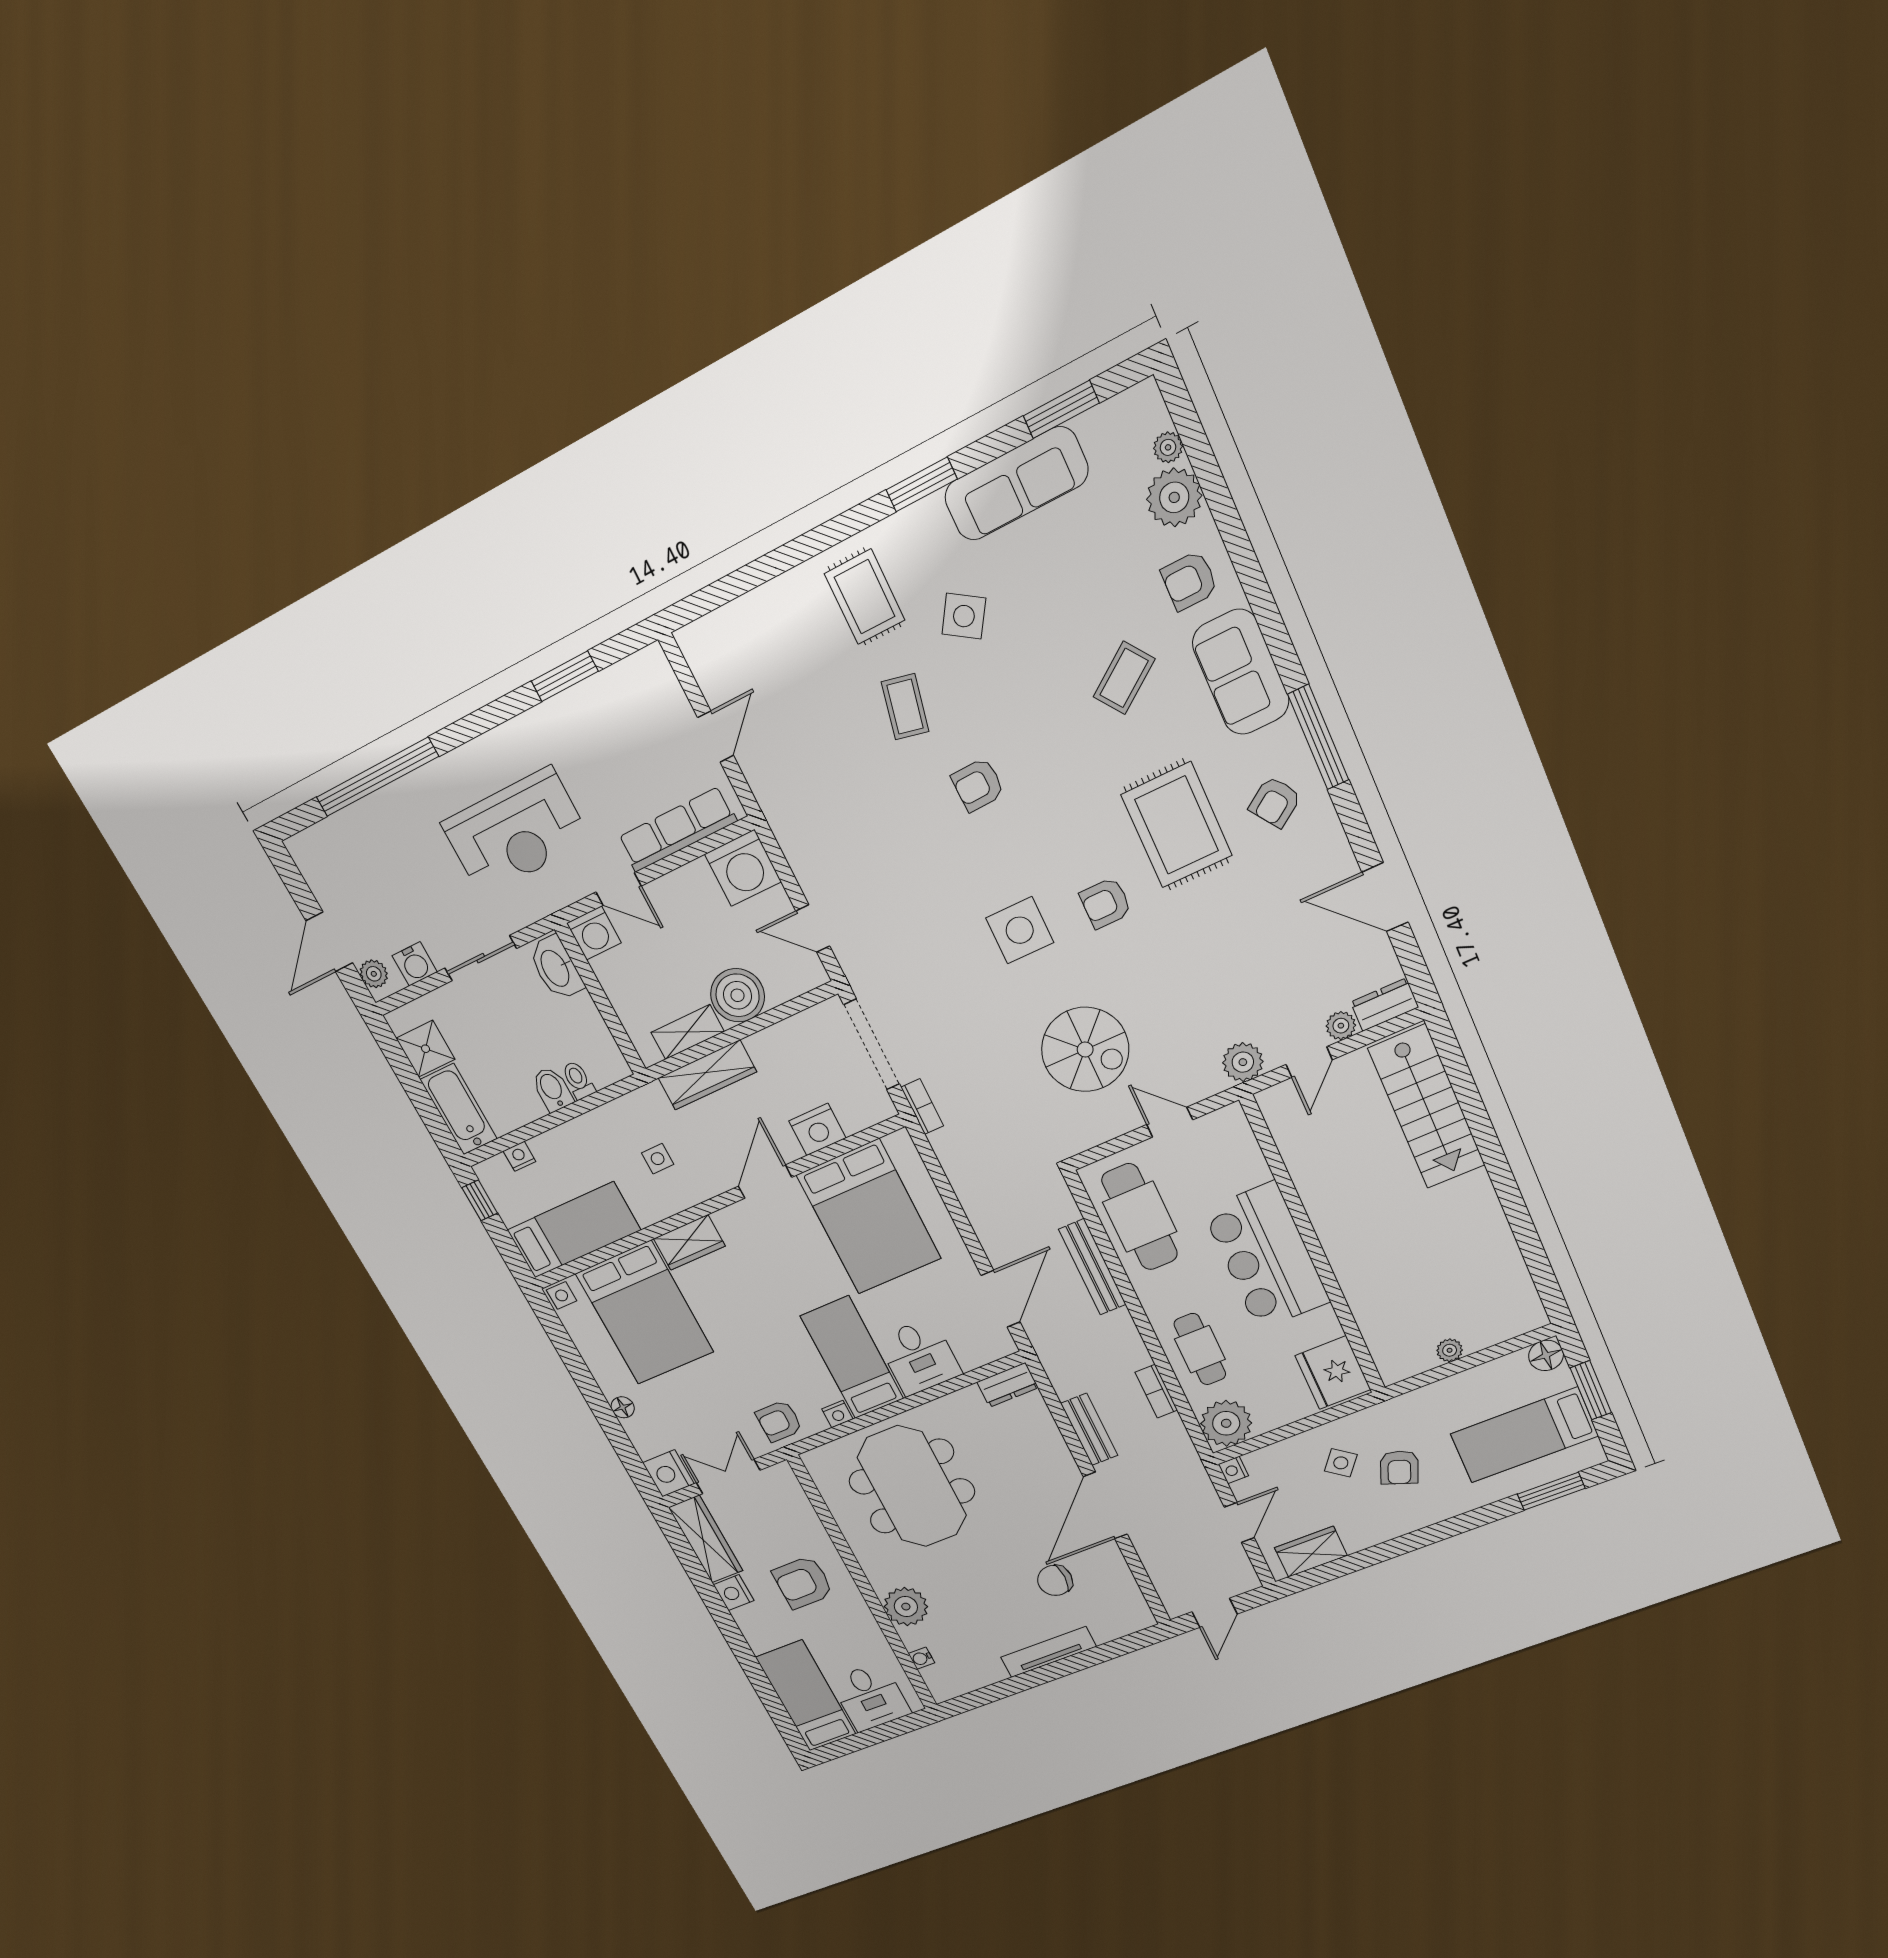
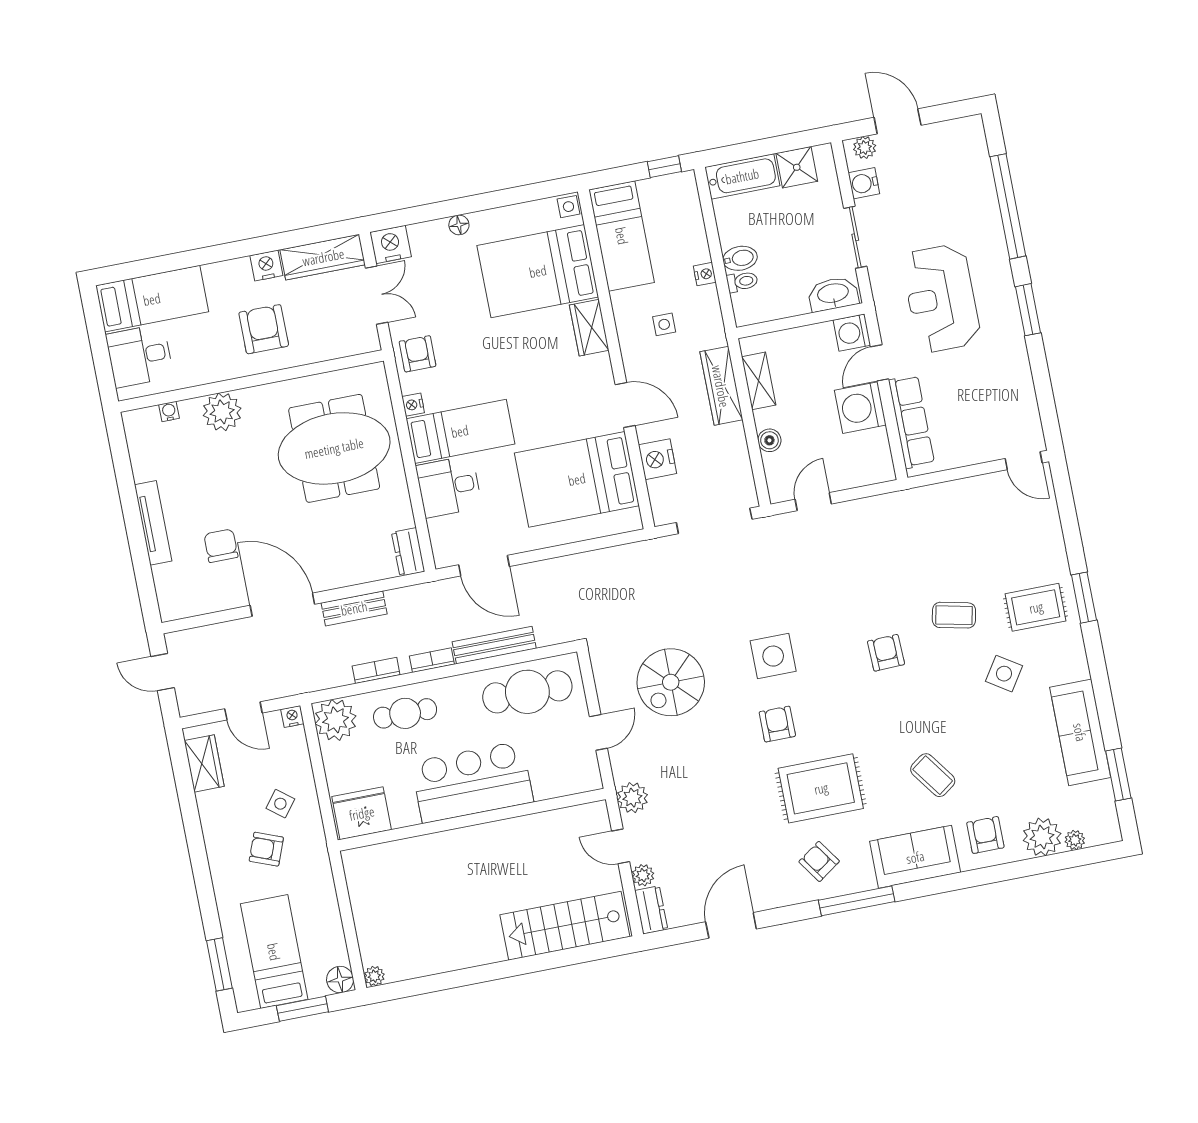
window: (922, 484) -> (1084, 598), moved
window: (565, 676) -> (1028, 310), moved
door: (715, 737) -> (1024, 461), moved
washing machine: (743, 868) -> (860, 408), moved
boiler: (738, 995) -> (769, 440), width x0.54, depth x0.54
bookcase: (922, 1107) -> (432, 660), moved, turned 180
nightstand: (519, 1156) -> (705, 274), moved
plant: (1450, 1350) -> (374, 976), moved

